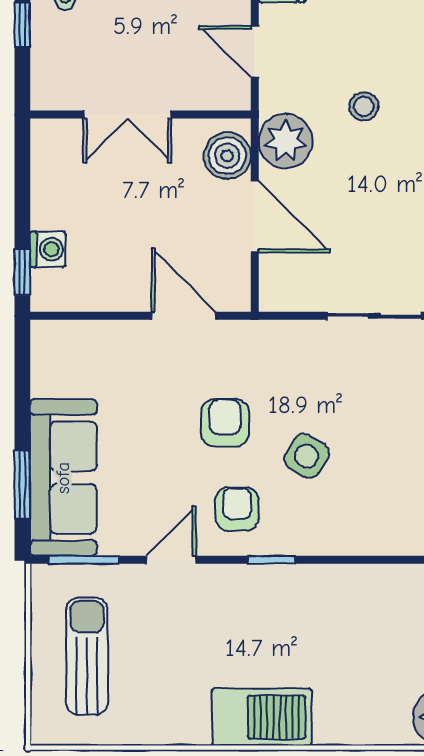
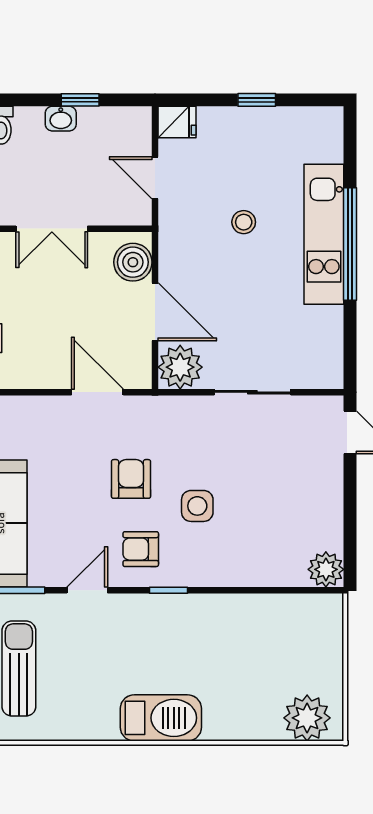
plant: (286, 141) -> (180, 367), moved
side table: (307, 456) -> (197, 506), turned -31
armchair: (237, 509) -> (141, 549), turned -90

